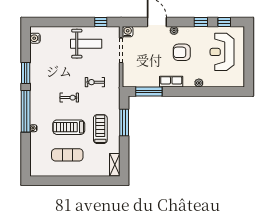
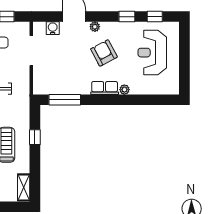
water cooler: (128, 32) -> (53, 28), moved
armchair: (182, 52) -> (104, 53), turned 62
row of seats: (171, 82) -> (105, 88), moved
window: (124, 123) -> (35, 137), width x0.46

